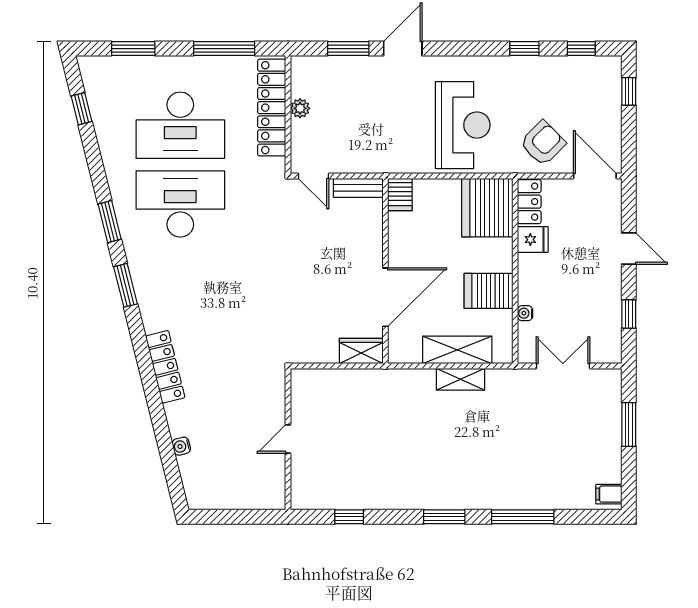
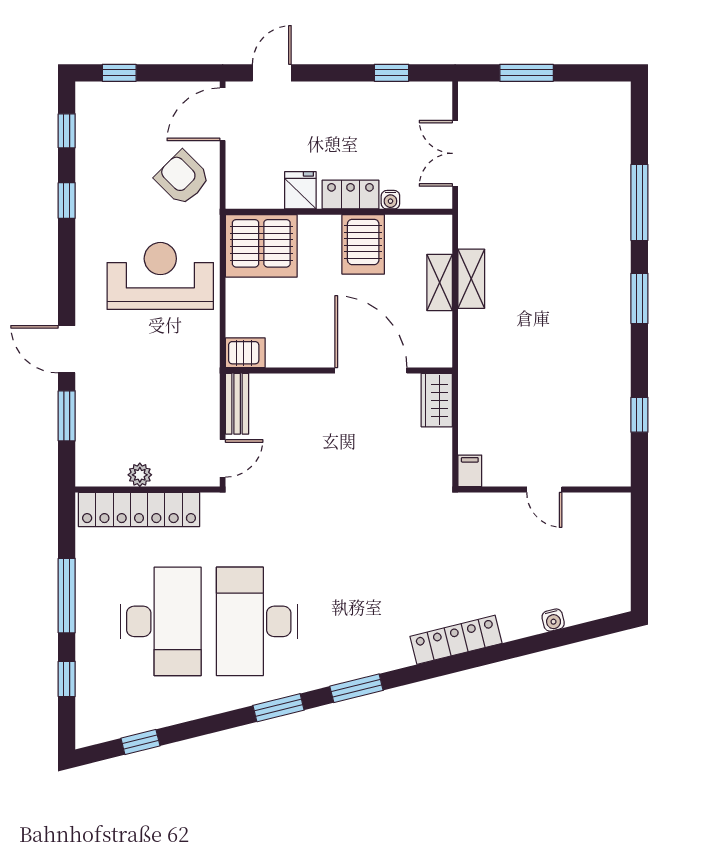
window: (133, 49) -> (67, 679), width x0.67
window: (224, 49) -> (67, 596), moved
locker: (529, 202) -> (350, 195), moved
door: (629, 248) -> (272, 73), moved
shelving: (457, 350) -> (440, 282), width x0.67, depth x0.75
filing cabinet: (609, 494) -> (470, 471), moved, turned 180

